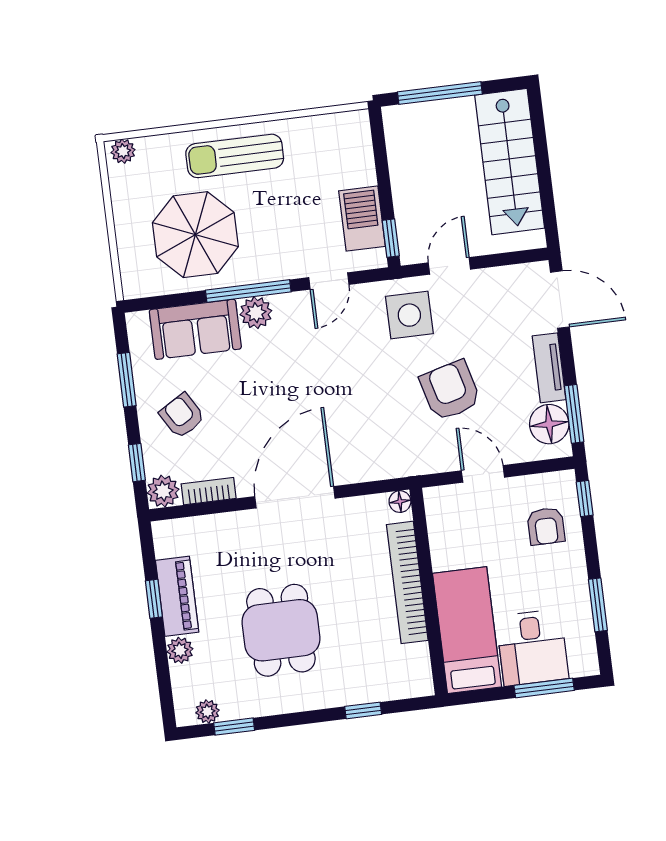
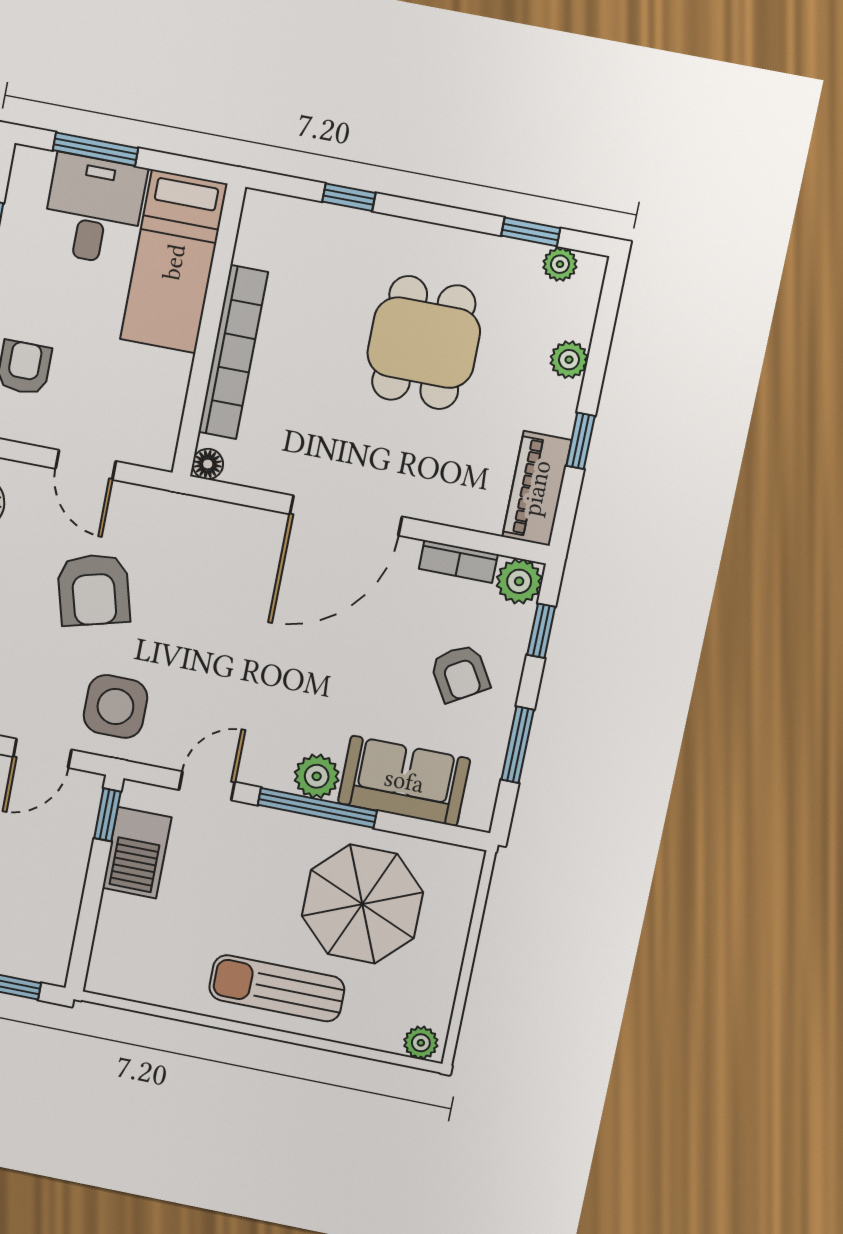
sun lounger: (235, 156) -> (277, 988), turned 180
piano: (177, 596) -> (537, 488), moved

